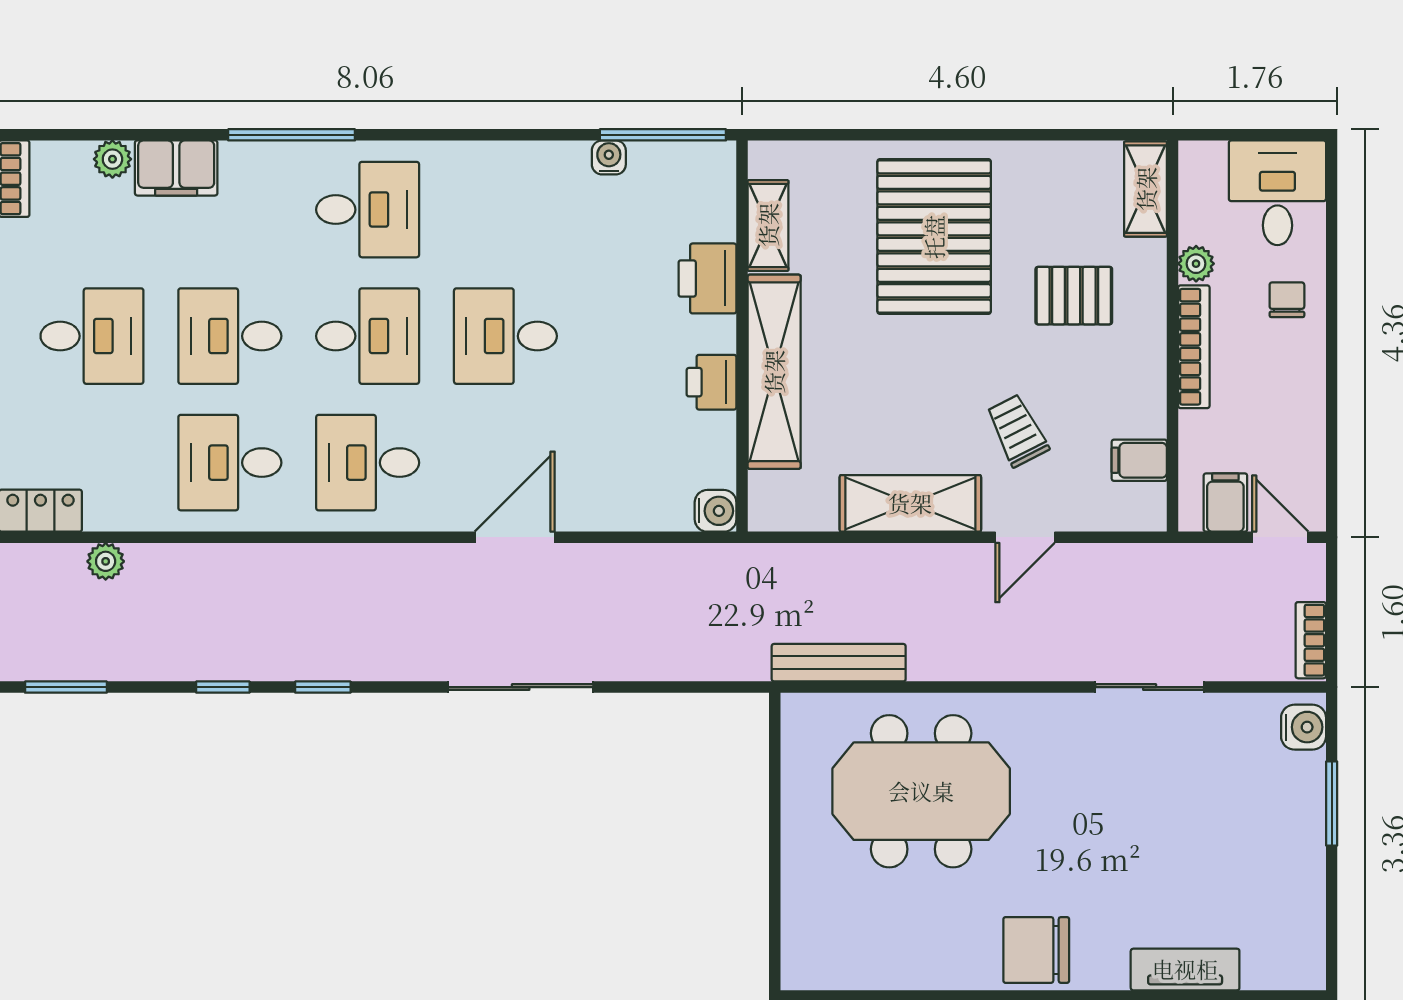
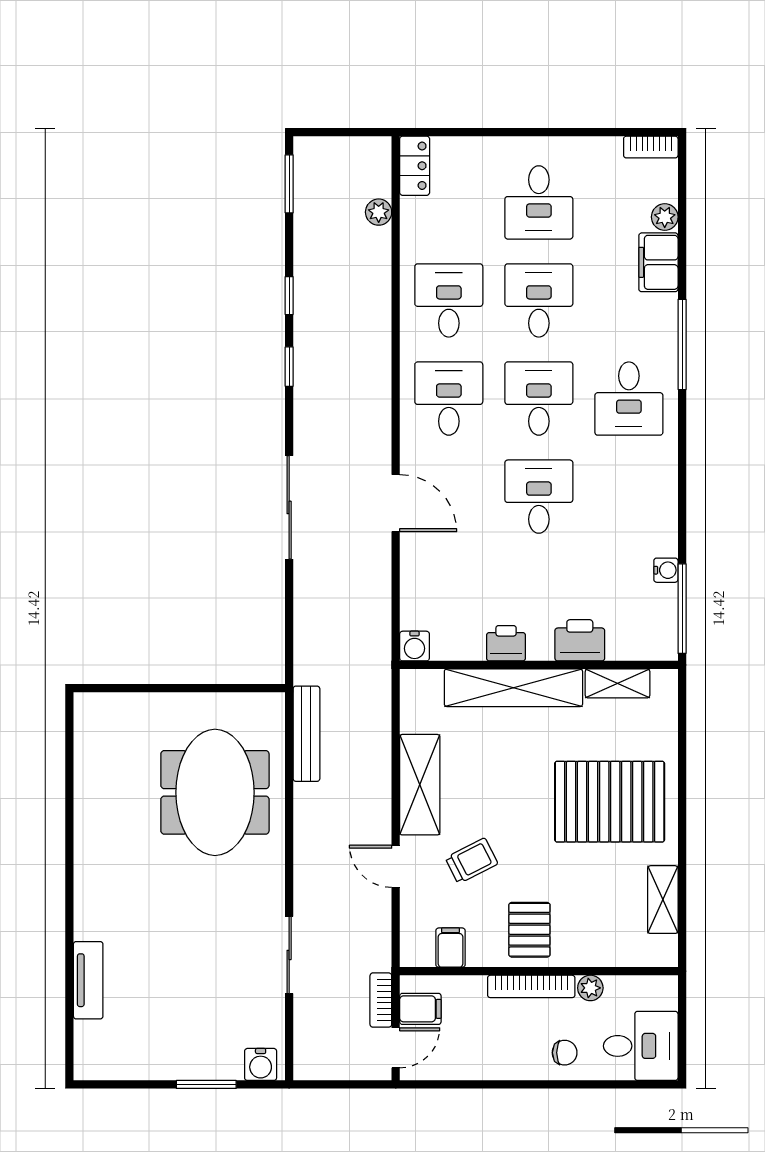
shelving: (1146, 189) -> (663, 900), moved, turned 90
pallet: (1074, 296) -> (529, 930), moved
desk: (368, 336) -> (539, 399), turned 180
bookcase: (1311, 640) -> (381, 1000), moved, turned -90
chair: (1036, 950) -> (102, 874), removed

